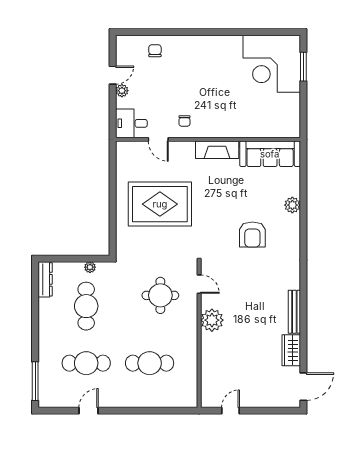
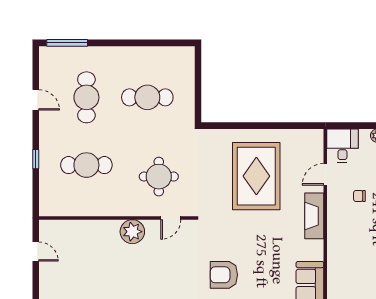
chair: (184, 121) -> (359, 196), moved
fireplace: (217, 150) -> (314, 216), moved
plant: (90, 267) -> (189, 101), removed
dresser: (45, 279) -> (176, 53), removed
cafe table: (150, 363) -> (86, 165), turned 90
window: (144, 411) -> (36, 159), added

